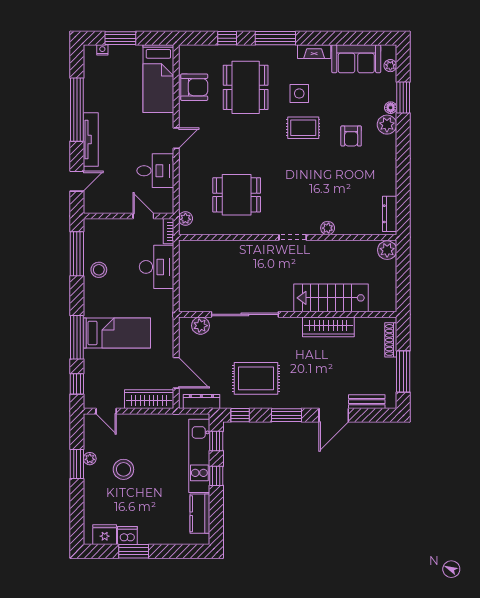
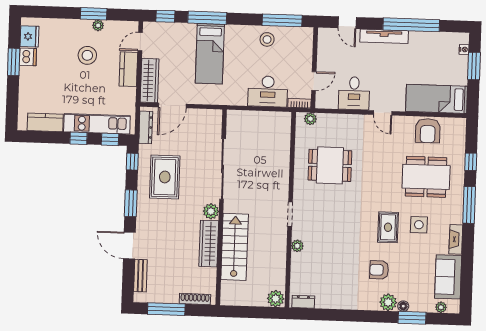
dining table: (237, 195) -> (330, 165), turned 90
dresser: (390, 214) -> (303, 302), width x0.70
plant: (200, 326) -> (211, 211), moved
kitchen counter: (137, 423) -> (128, 69), added

